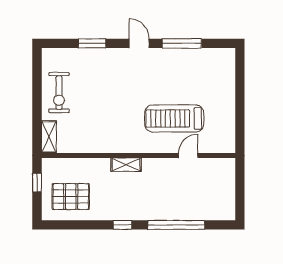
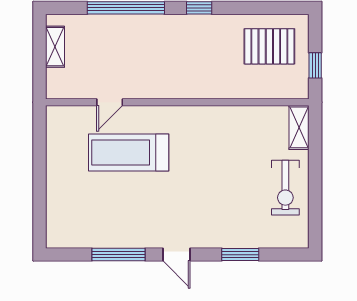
exercise bike: (59, 93) -> (285, 188), turned 180
treadmill: (174, 118) -> (129, 153), turned 180
shelving: (126, 165) -> (55, 47), moved, turned 90

